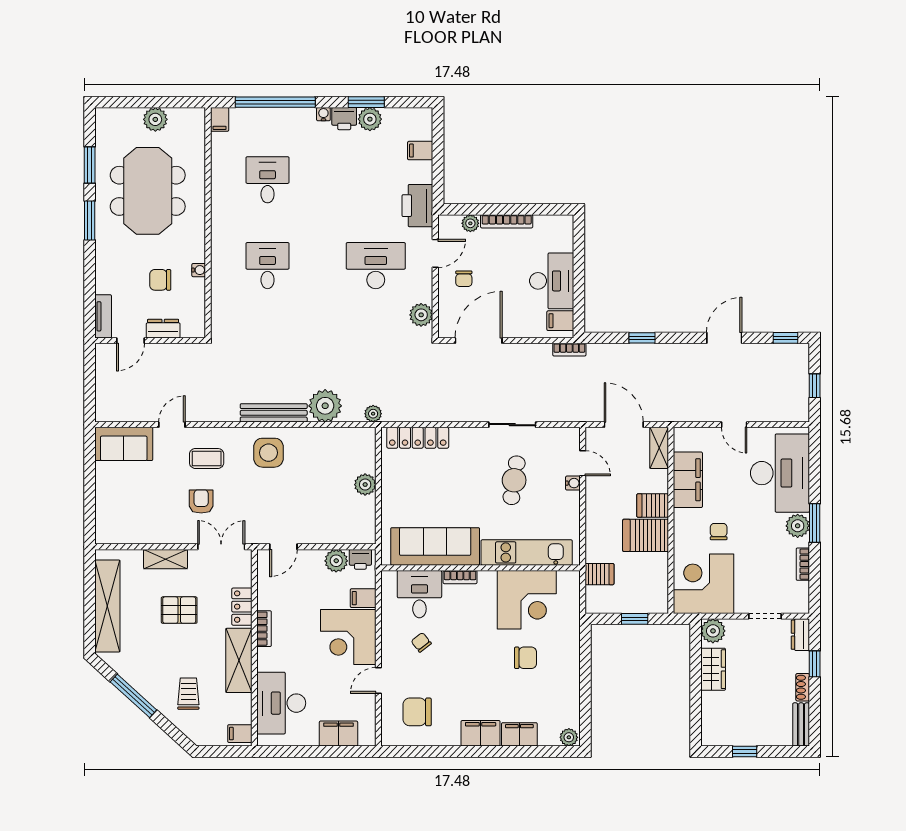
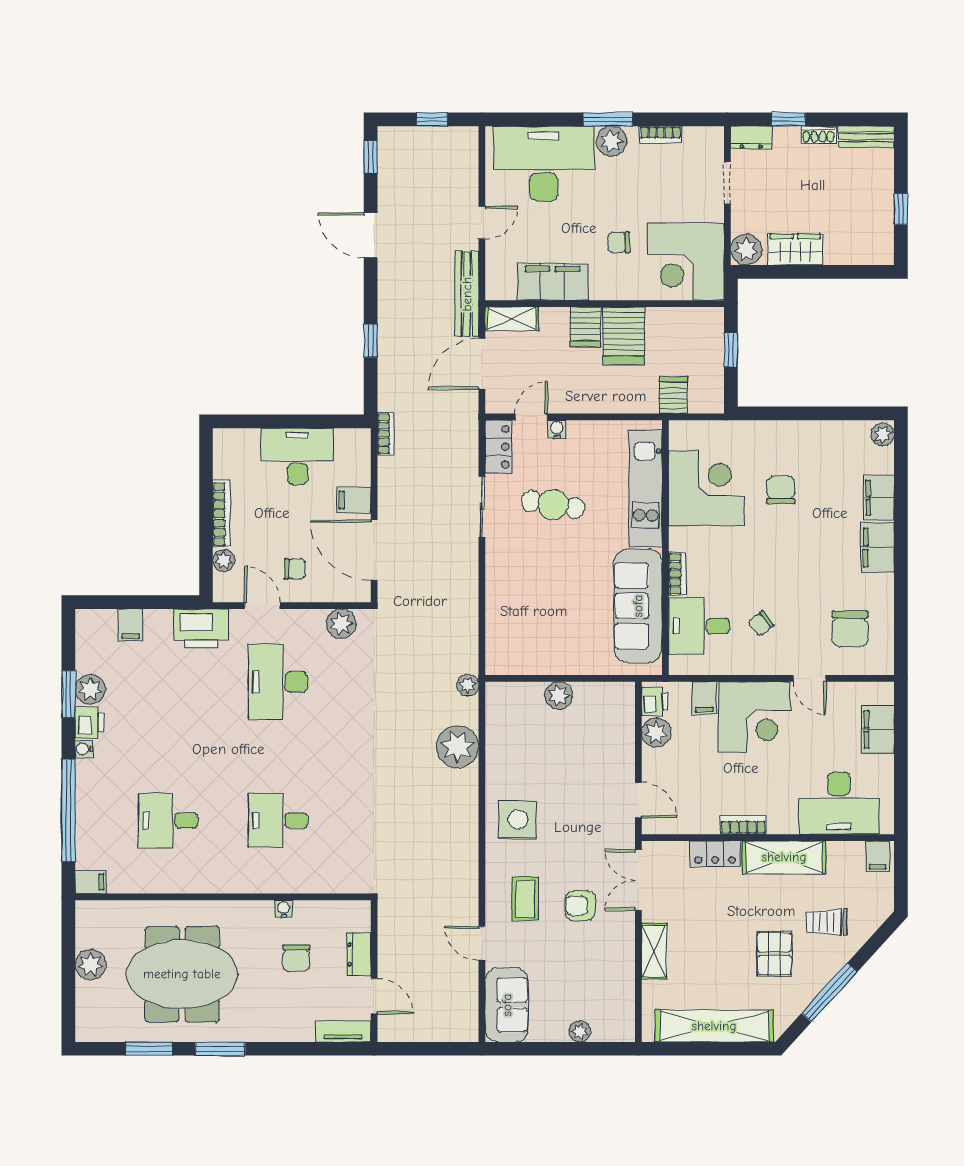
filing cabinet: (560, 321) -> (354, 500), moved, turned 90
bench: (274, 413) -> (467, 294), moved
locker: (418, 438) -> (499, 447), moved, width x0.66
plant: (103, 501) -> (580, 1031), added
pallet: (179, 610) -> (774, 954), moved

